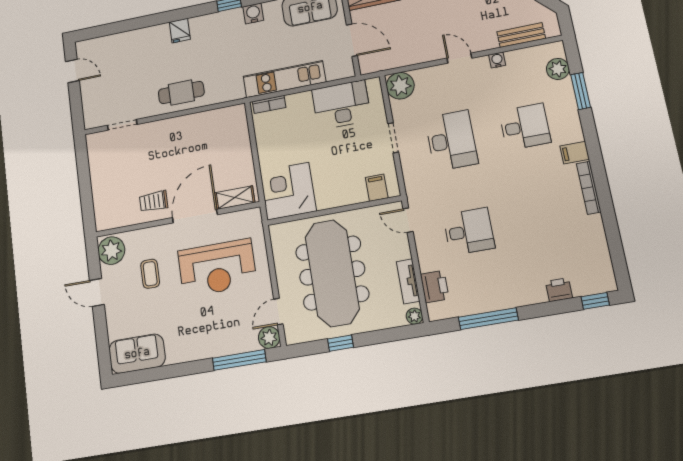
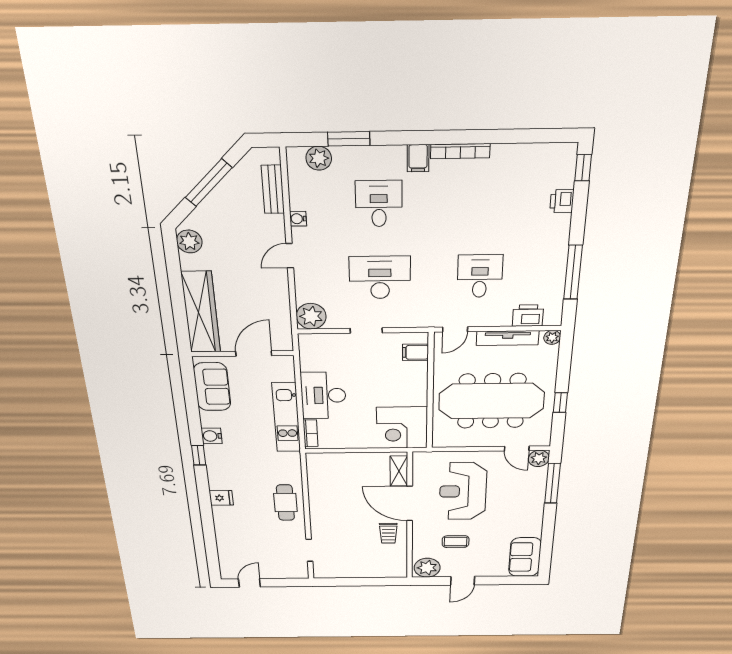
desk: (341, 105) -> (323, 395), moved
reception desk: (217, 268) -> (463, 491), turned 180
tv unit: (408, 281) -> (508, 338), width x1.41

